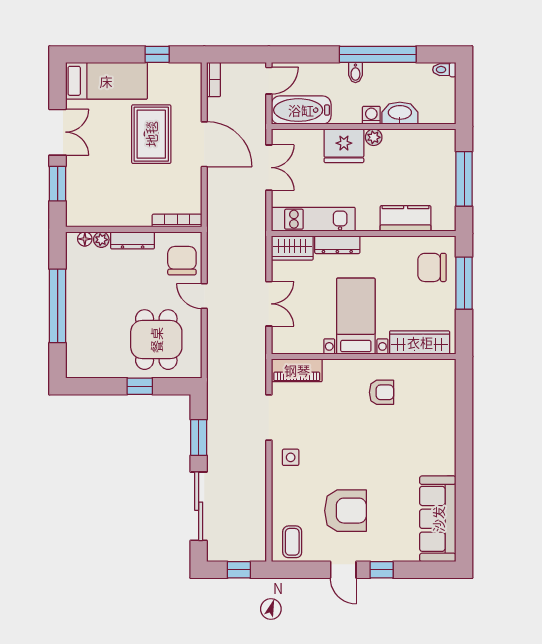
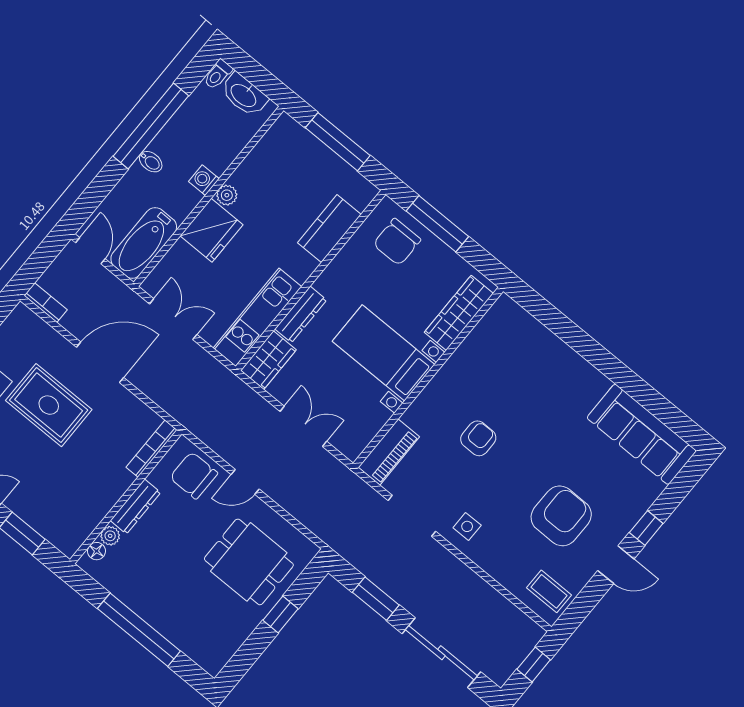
washbasin: (400, 113) -> (244, 95), moved, turned -90
armchair: (381, 392) -> (478, 438), moved

